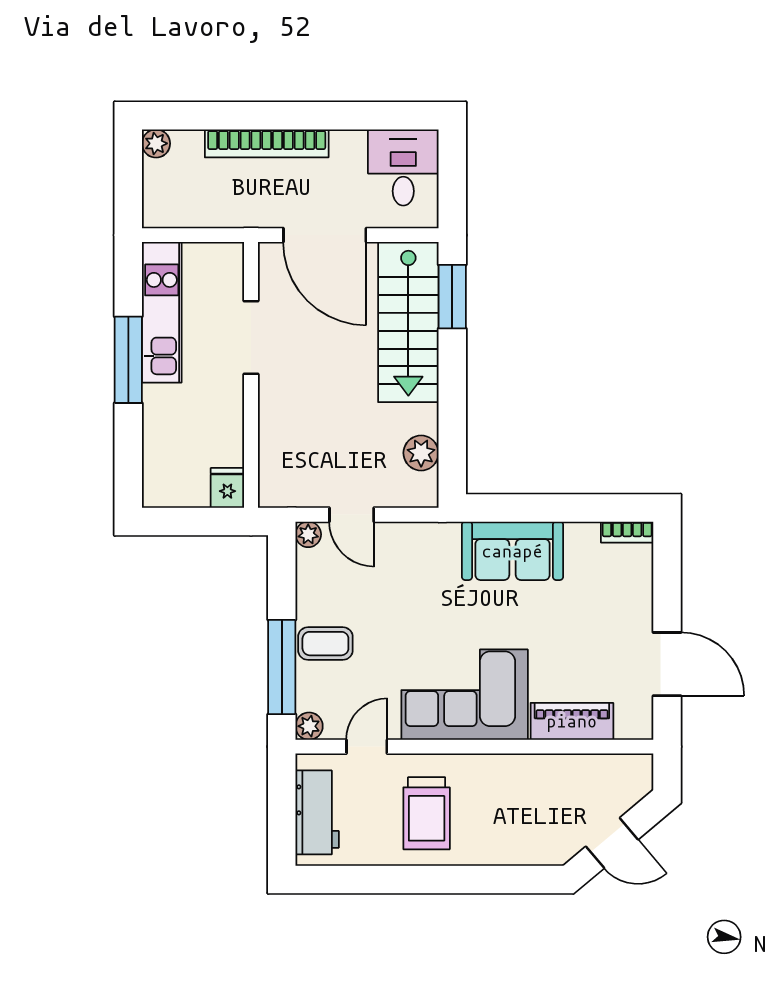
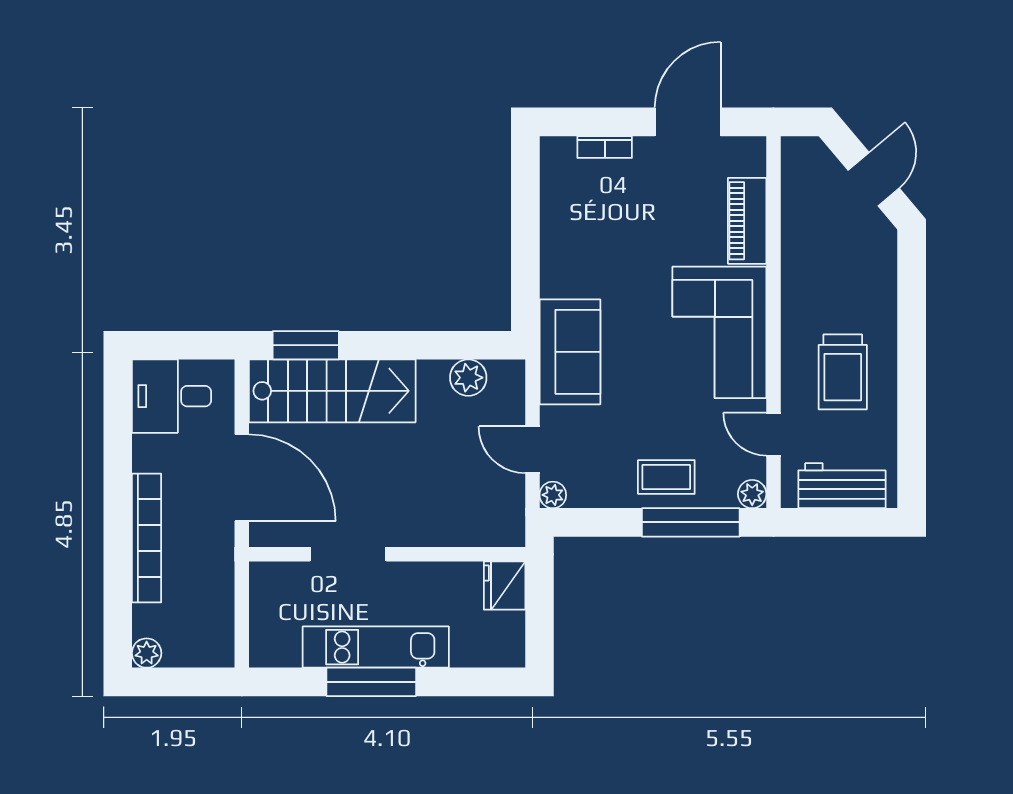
door: (325, 235) -> (242, 478), hinge flipped
kitchen unit: (162, 312) -> (376, 647), moved
fridge: (227, 488) -> (505, 586), width x1.38
door: (352, 515) -> (532, 450), swing flipped
bookcase: (627, 532) -> (605, 147), moved, turned 90
sofa: (512, 551) -> (570, 352), moved
coffee table: (325, 644) -> (666, 477), turned 90
trolley: (427, 813) -> (843, 372), turned 90

